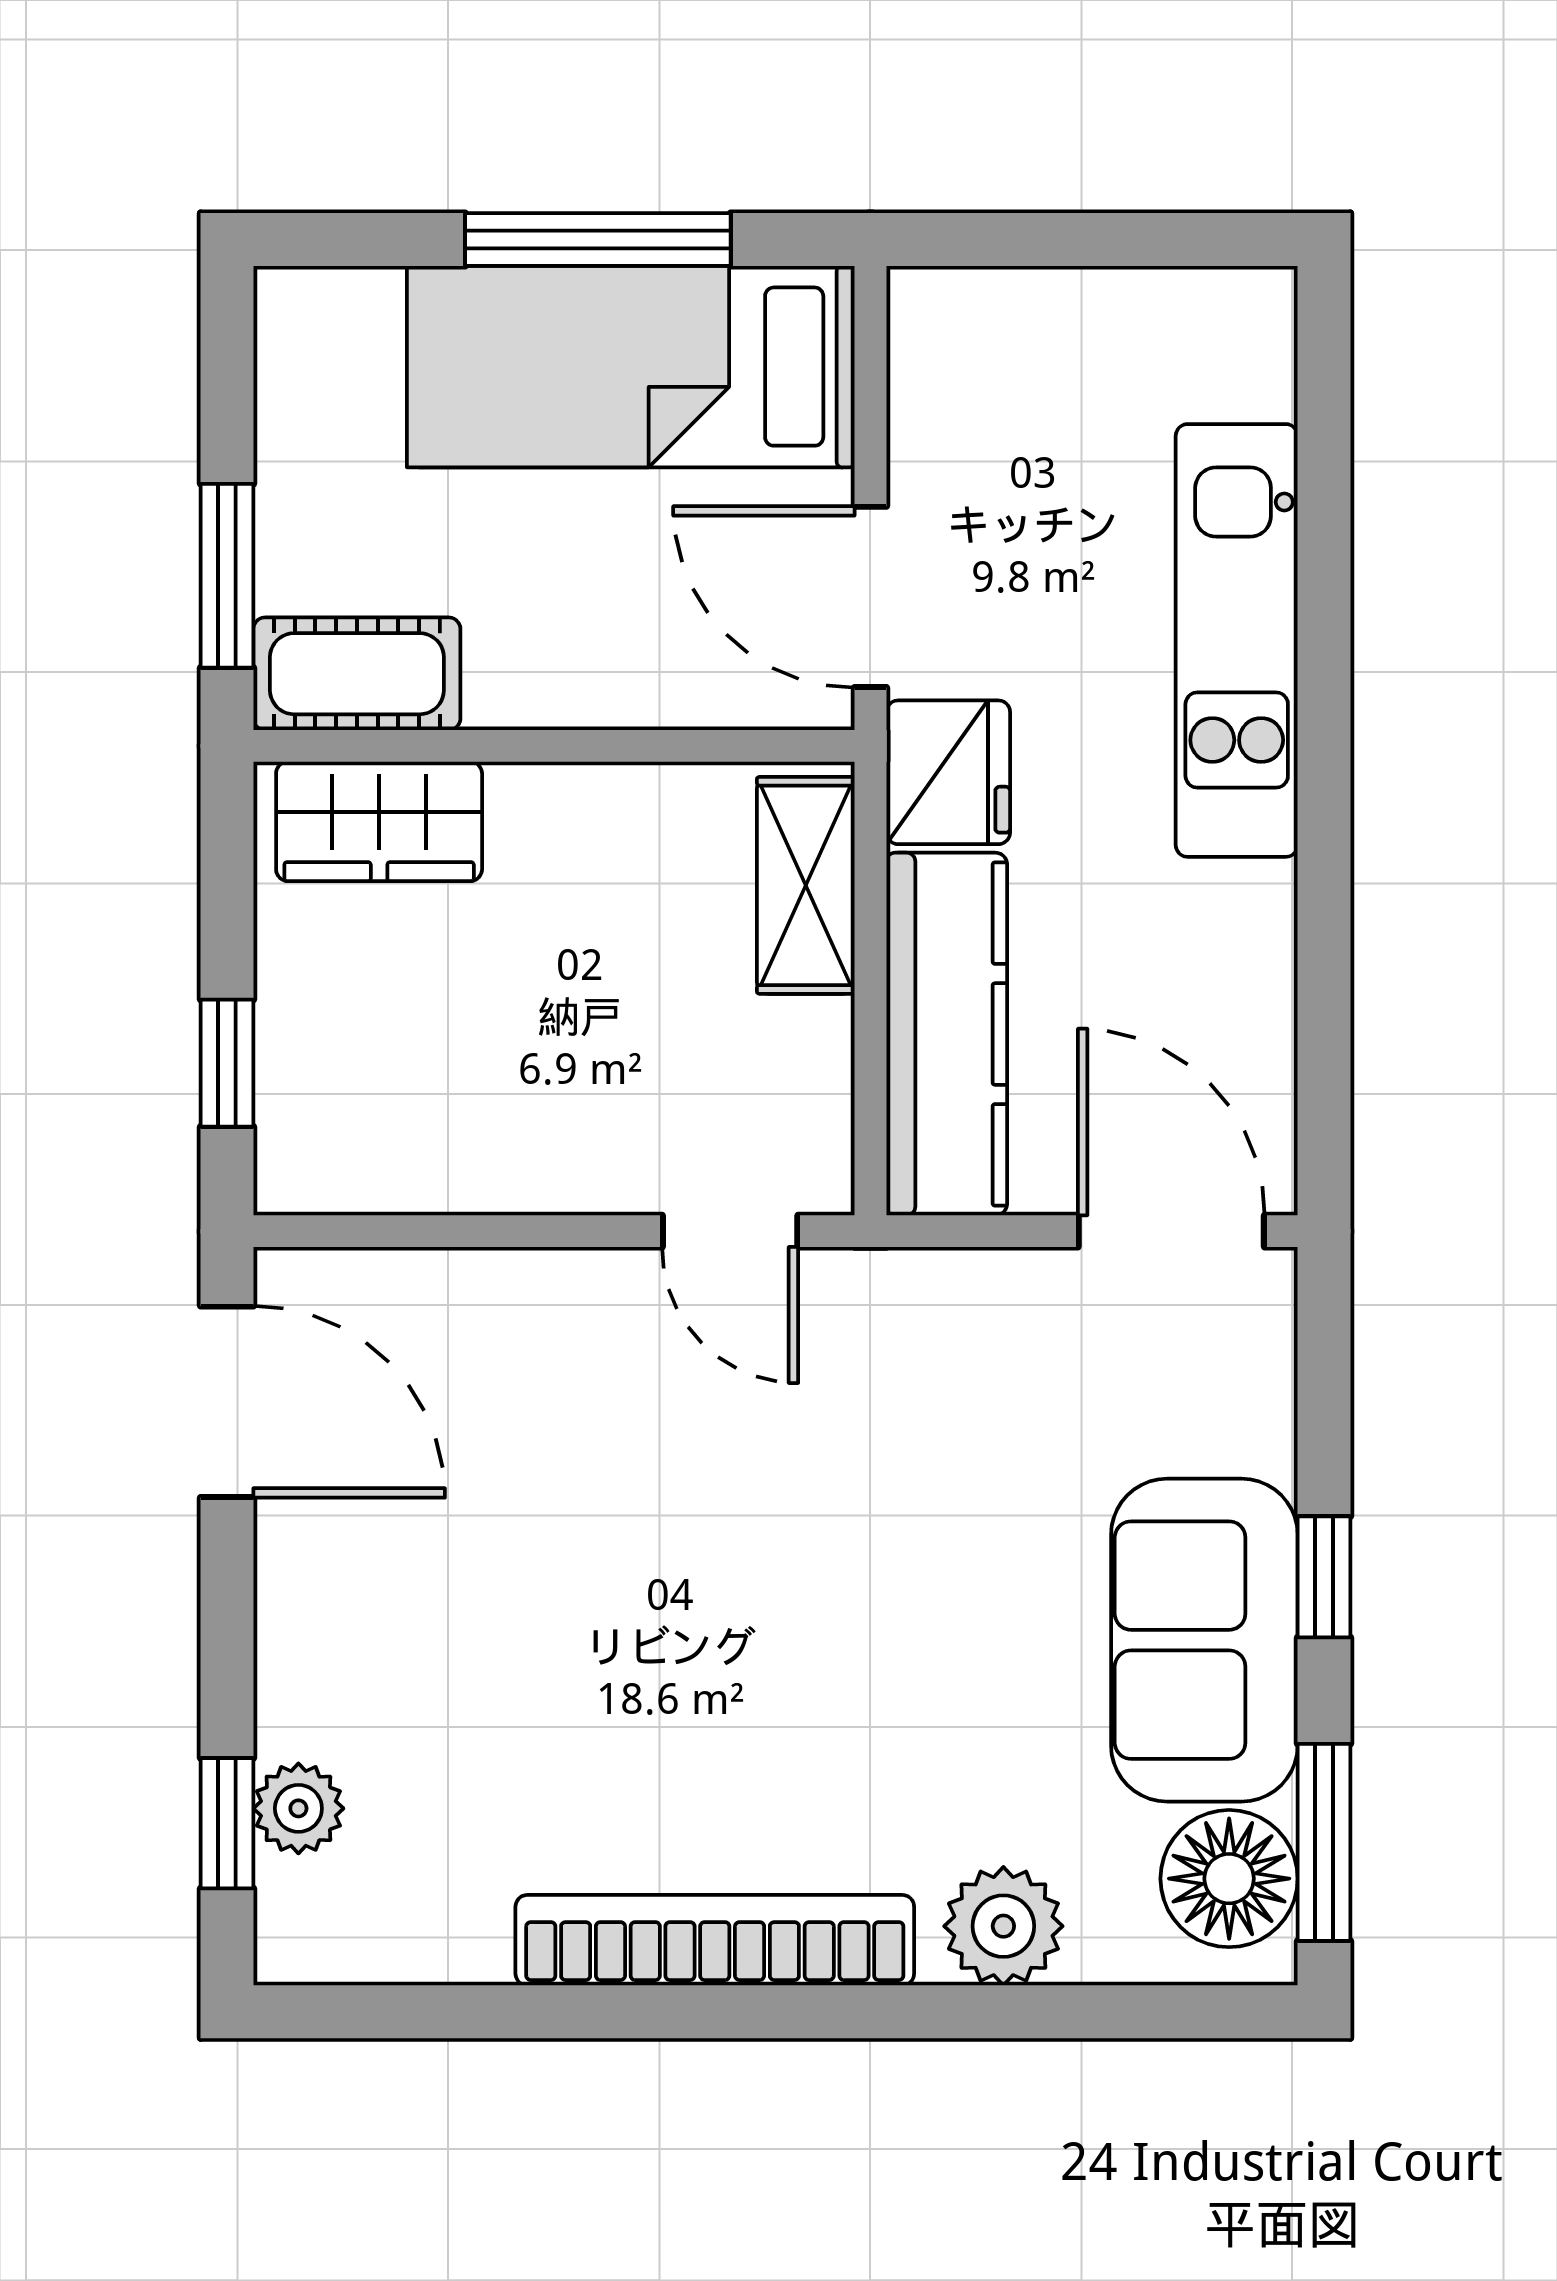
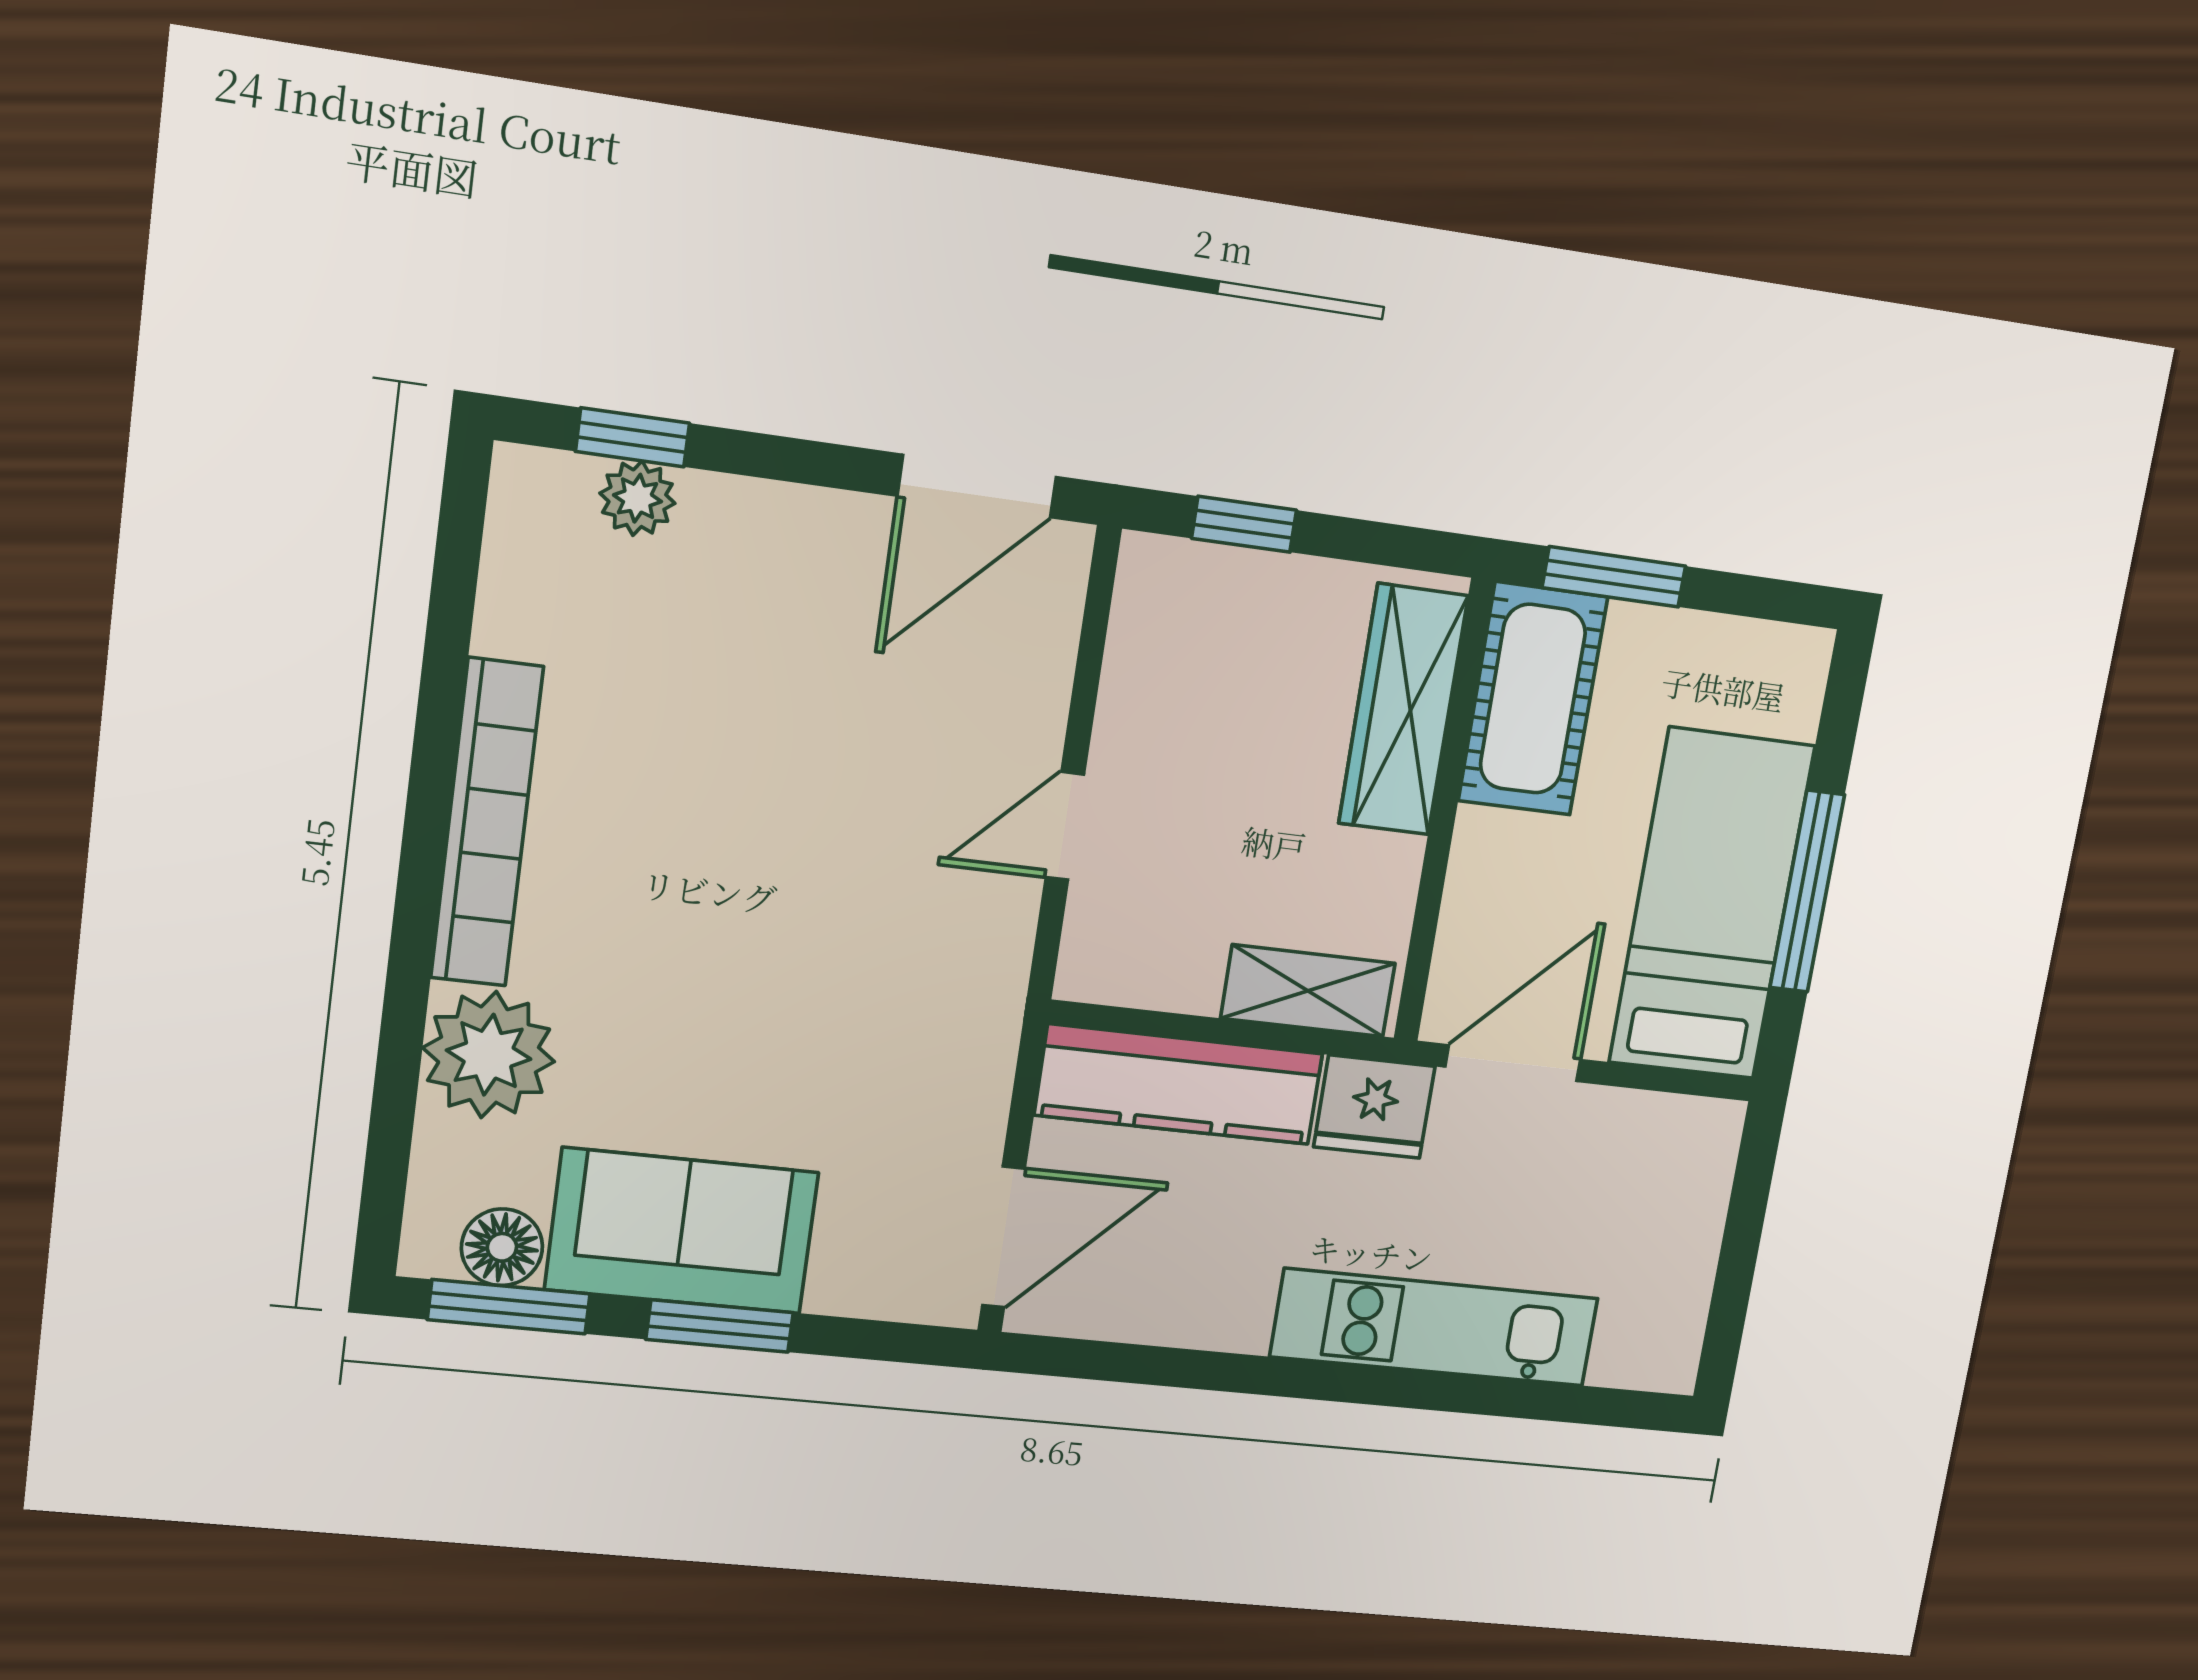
cot: (357, 674) -> (1533, 699), width x1.37, depth x1.34
wardrobe: (379, 821) -> (1403, 710), width x1.50
door: (730, 1231) -> (1065, 826), moved
window: (1324, 1577) -> (720, 1326), width x1.50
floor lamp: (1229, 1879) -> (502, 1247), width x0.73, depth x0.73
plant: (1003, 1926) -> (489, 1055), width x1.36, depth x1.36

